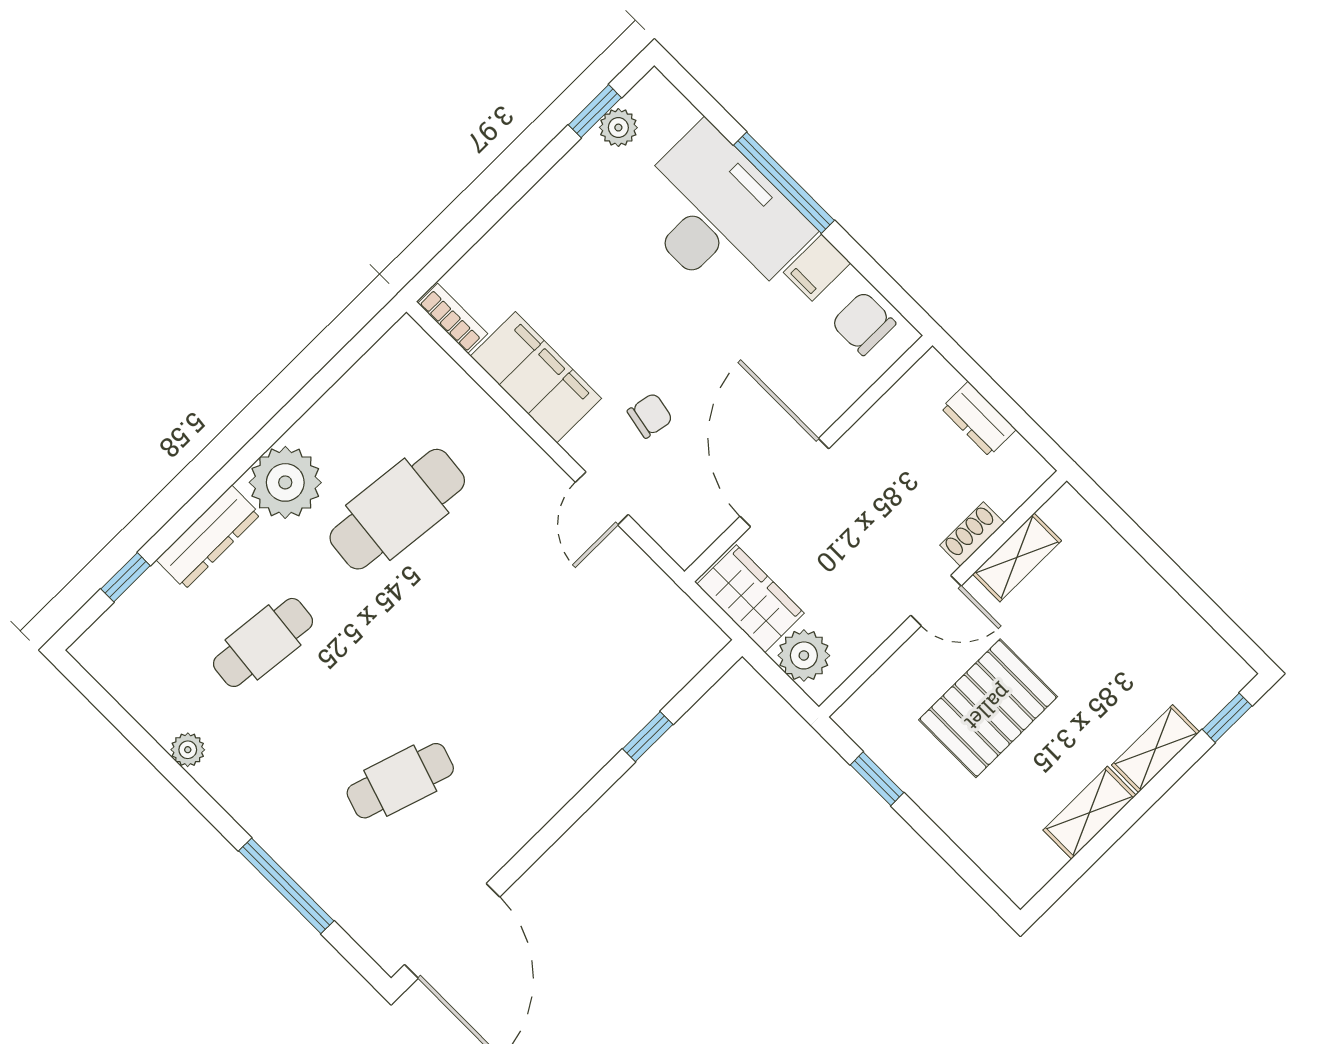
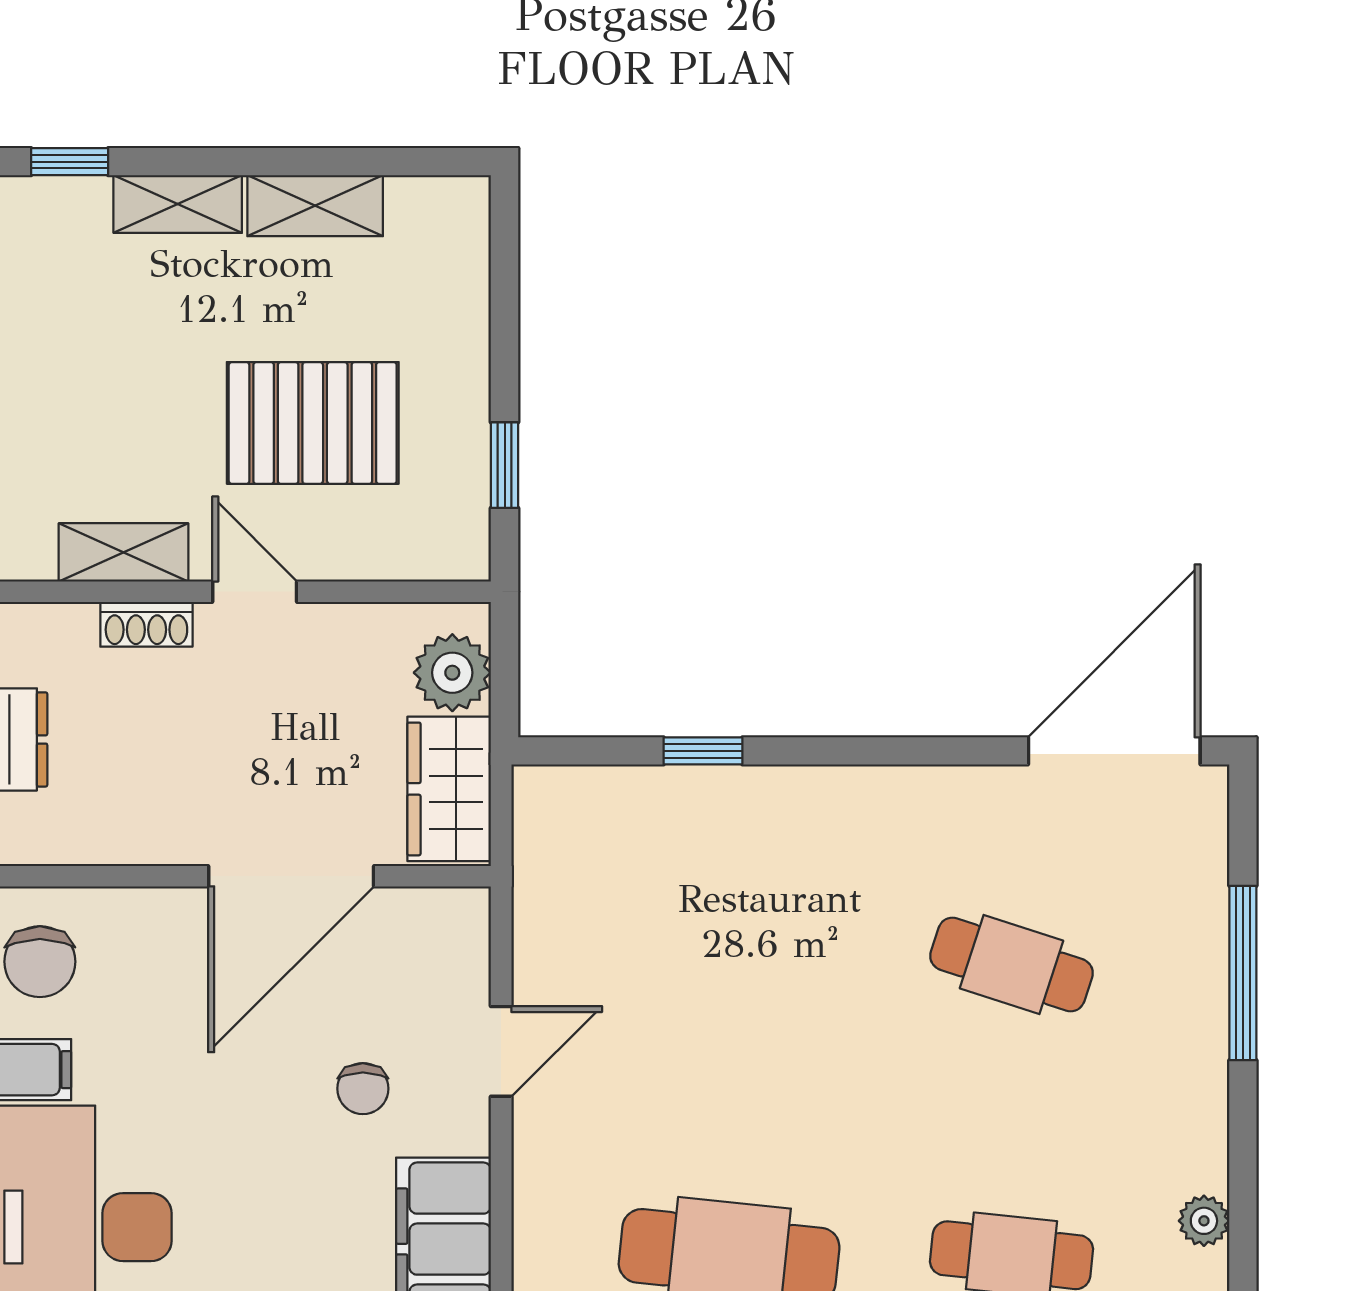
chair: (650, 415) -> (363, 1089), turned -101

